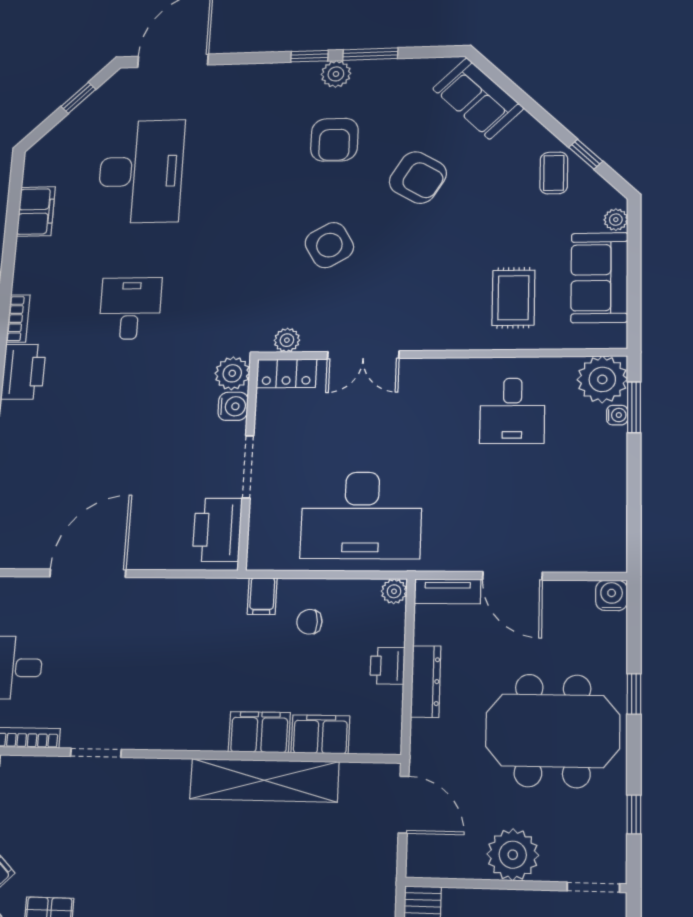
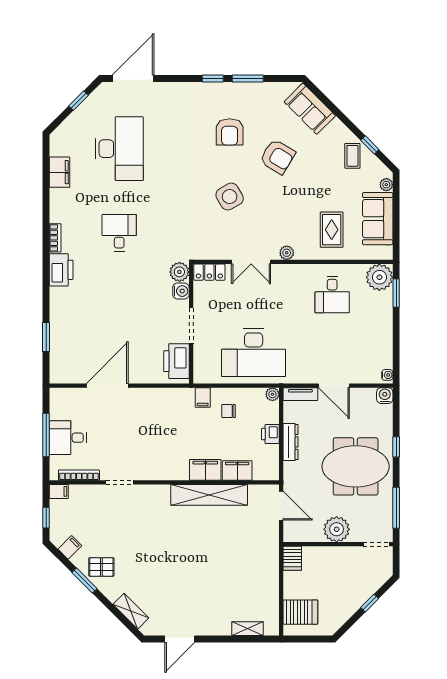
plant: (336, 74) -> (229, 90), removed
plant: (287, 340) -> (287, 253), moved
water cooler: (617, 415) -> (387, 375), moved
window: (634, 814) -> (396, 508), width x2.17

